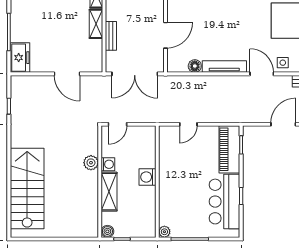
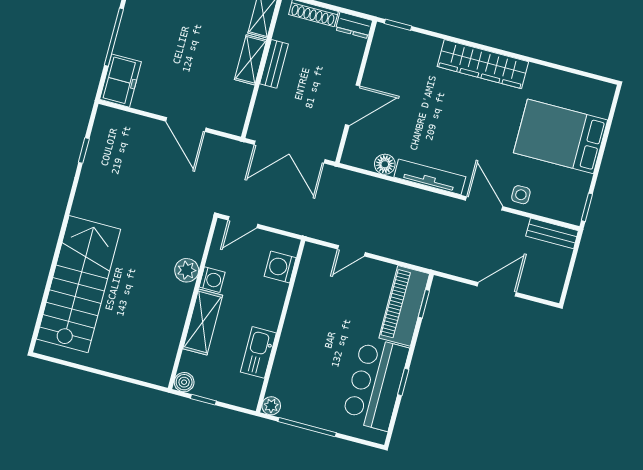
bench: (111, 36) -> (274, 64), moved
washing machine: (148, 177) -> (280, 267), moved
kitchen sink: (148, 201) -> (258, 352), added

